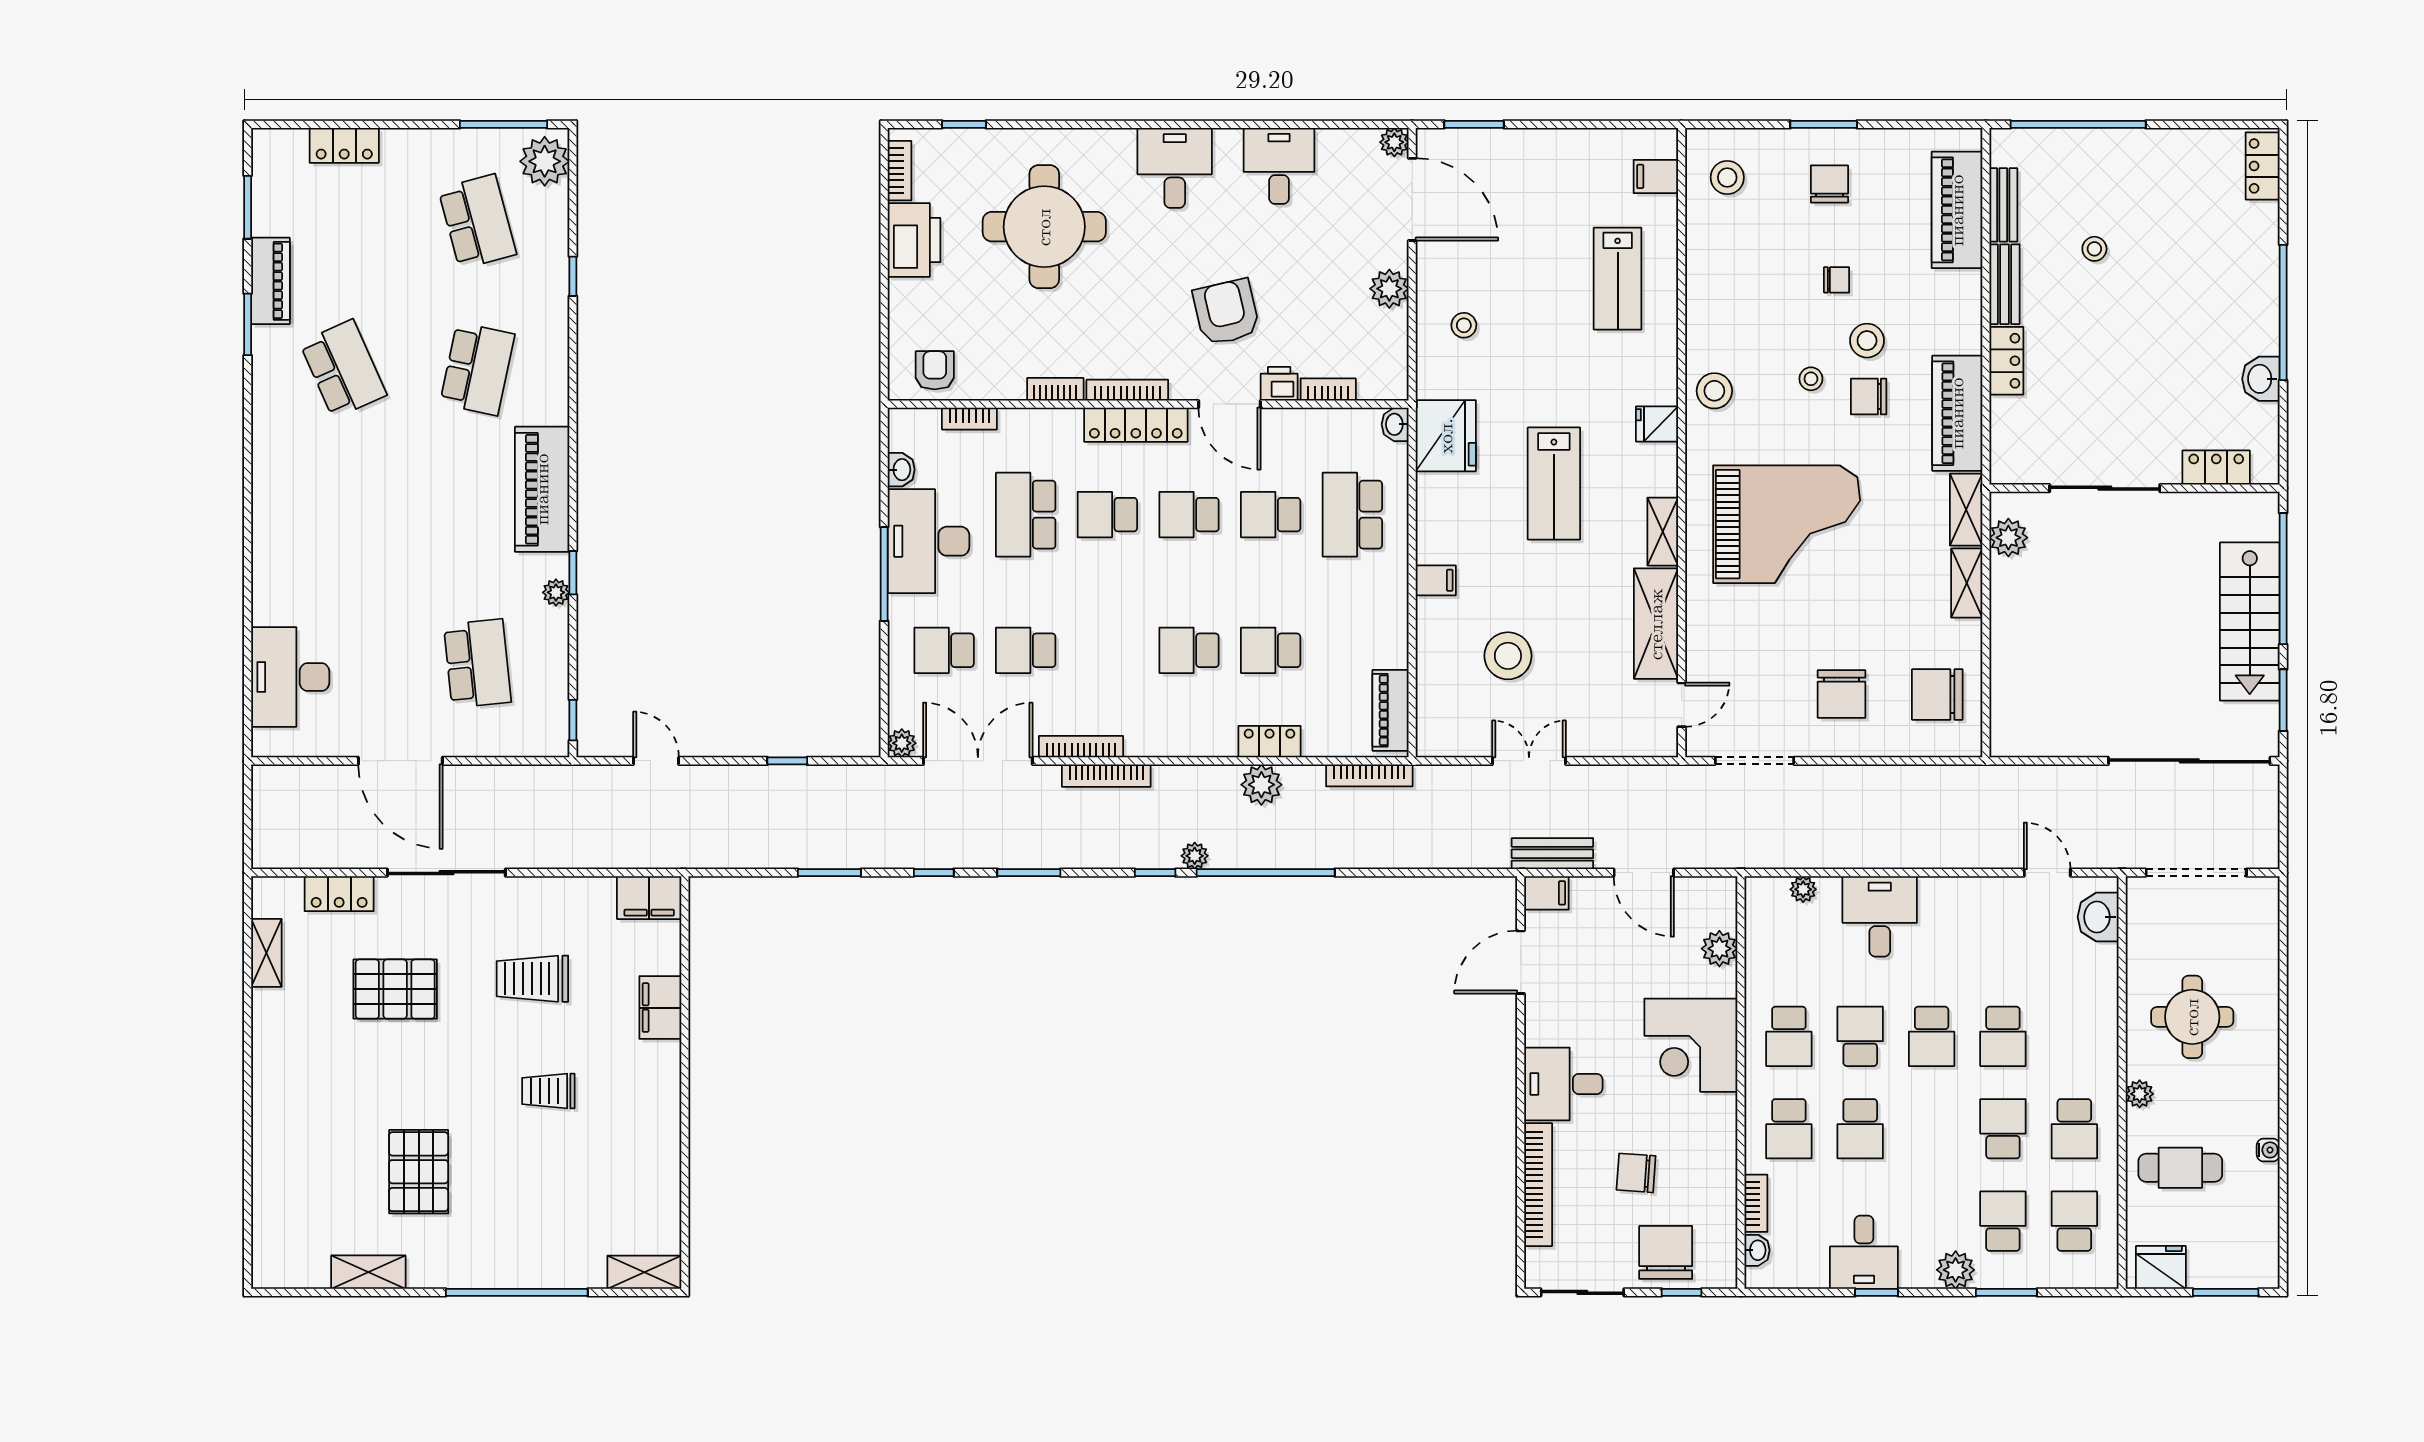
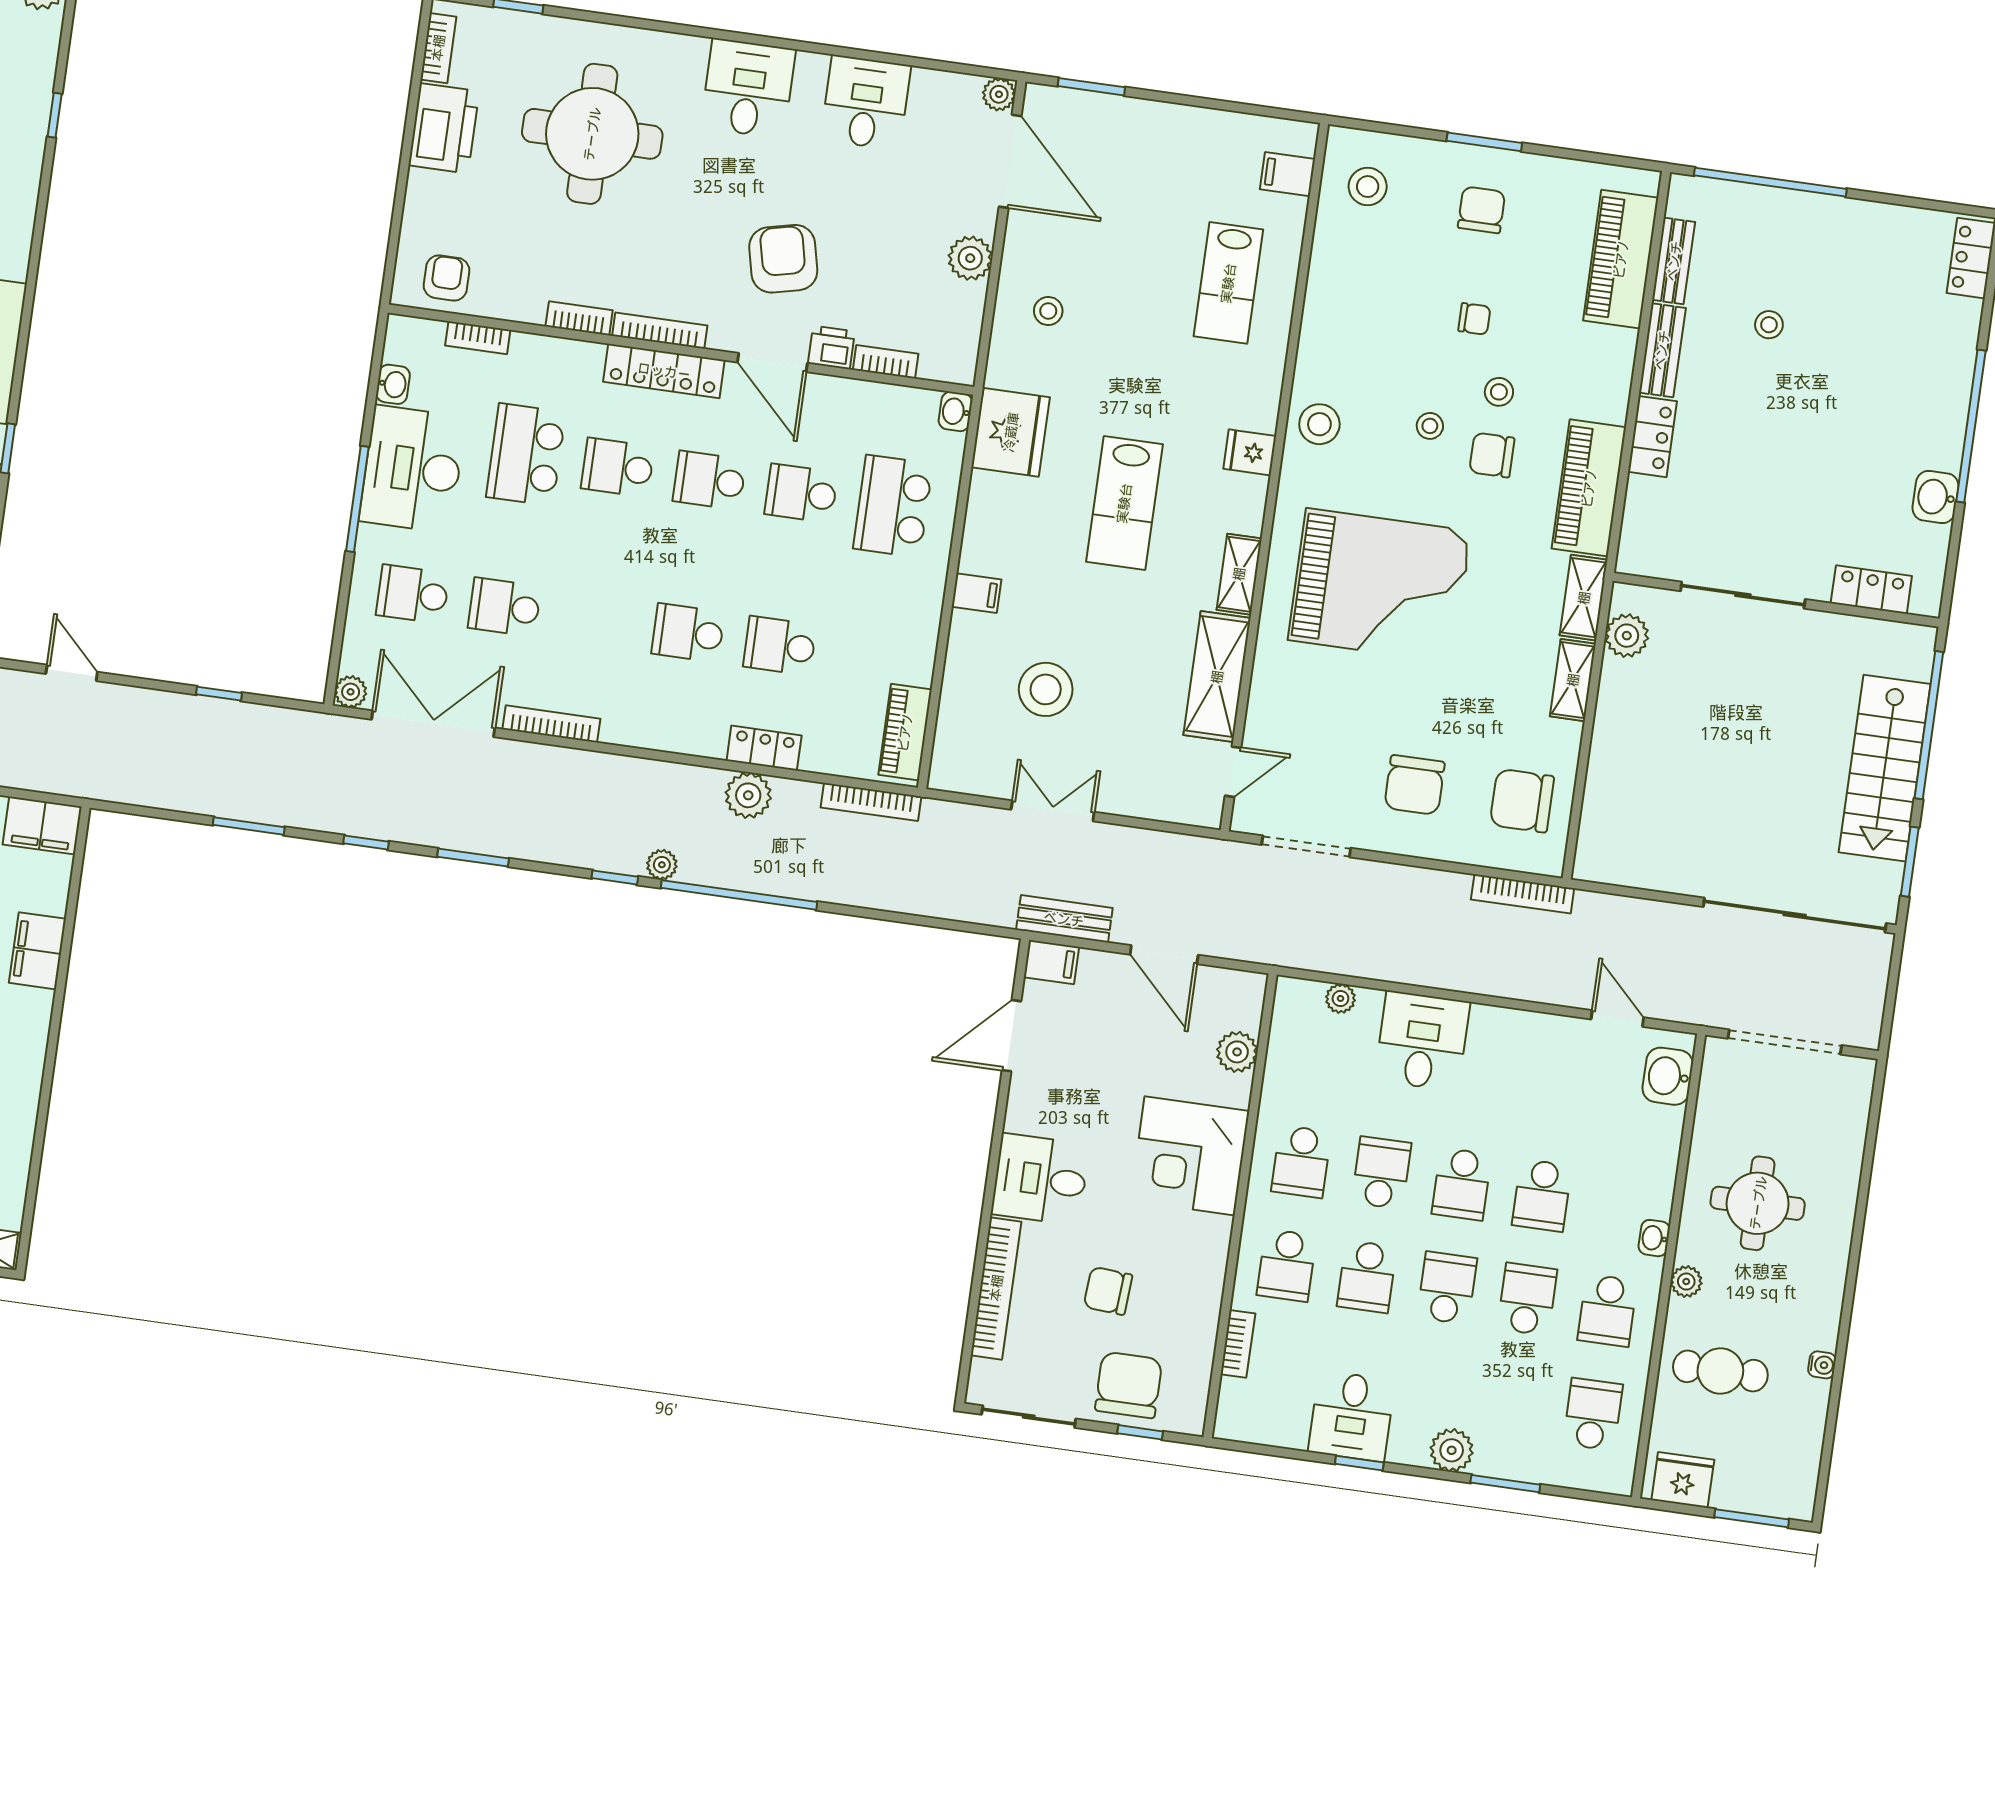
stool: (1867, 341) -> (1499, 392), width x0.73, depth x0.73
bookcase: (1106, 776) -> (1523, 894), moved
school desk: (2003, 1221) -> (1447, 1288), moved
washbasin: (1757, 1250) -> (1654, 1238), moved, turned 180

